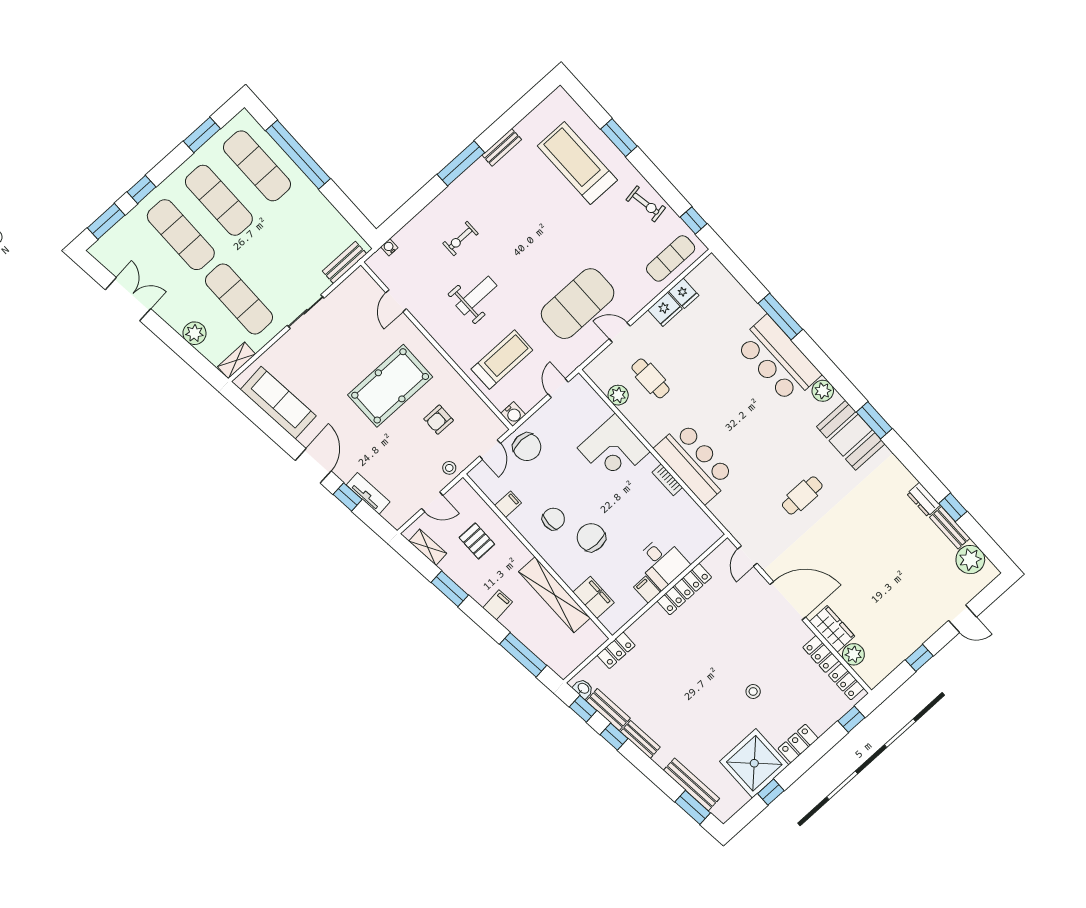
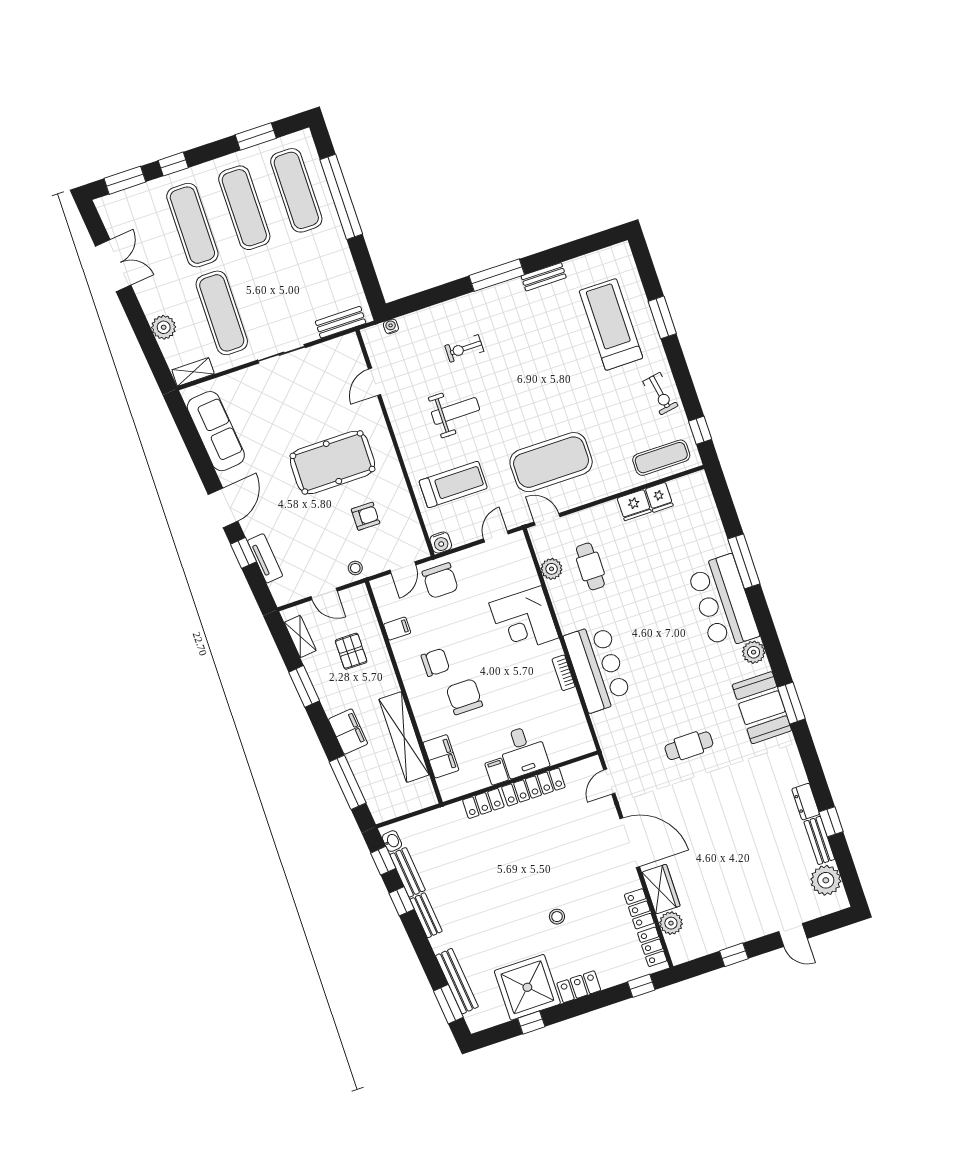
door: (620, 332) -> (547, 519), moved
armchair: (439, 420) -> (365, 516), turned 180
filing cabinet: (498, 605) -> (348, 732), width x2.00
locker: (616, 650) -> (483, 803), moved

